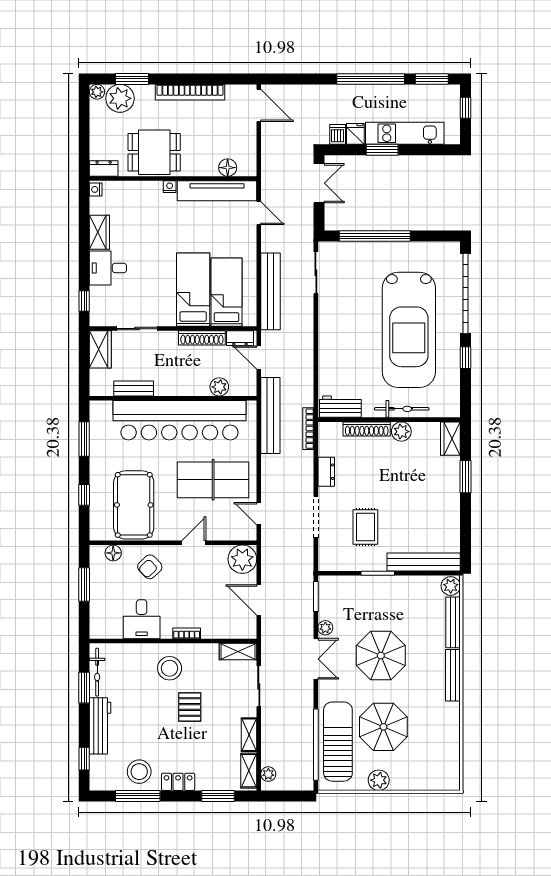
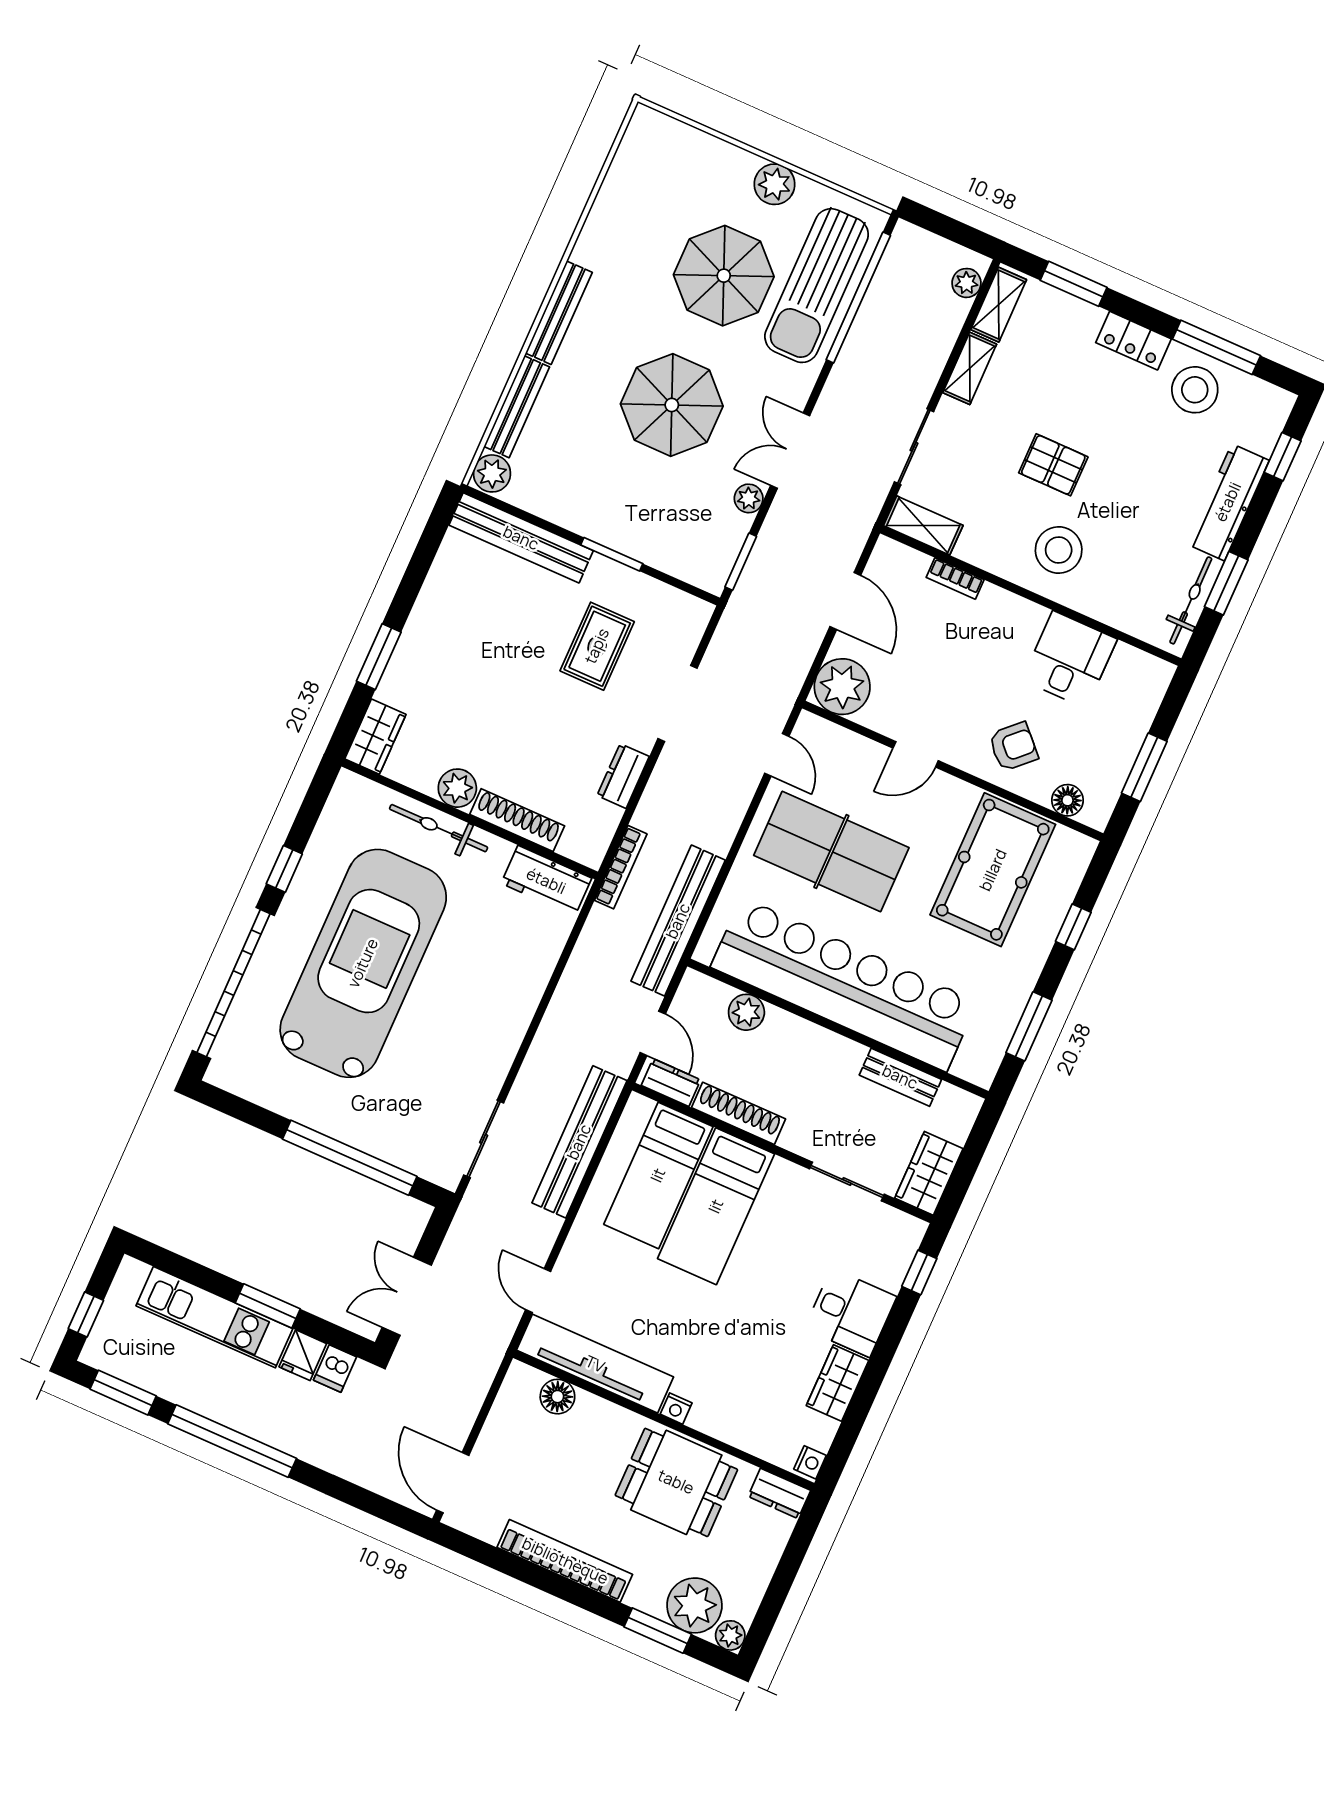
bookcase: (187, 633) -> (955, 579), moved
pallet: (190, 707) -> (1053, 465), turned 90

